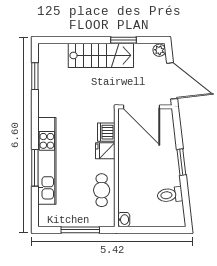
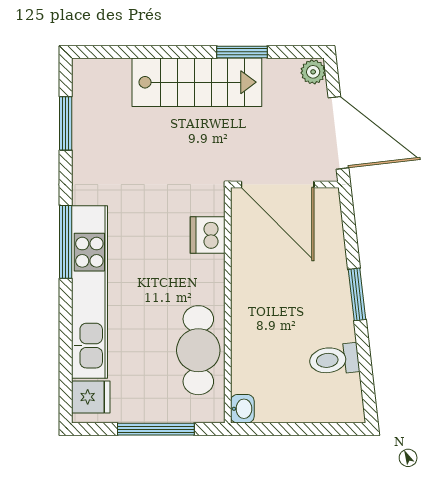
fridge: (105, 151) -> (91, 397), moved, turned 180
window: (35, 168) -> (66, 242), moved
cafe table: (102, 190) -> (198, 350), width x1.37, depth x1.35

